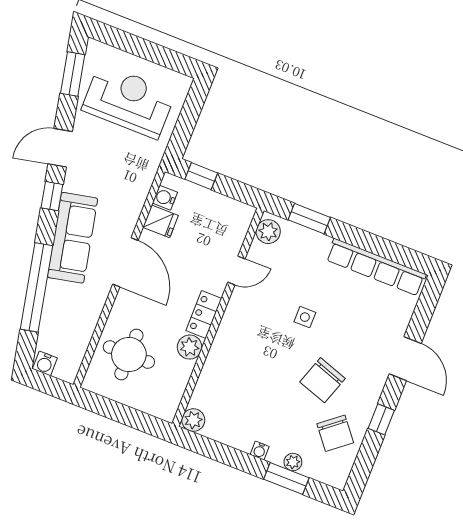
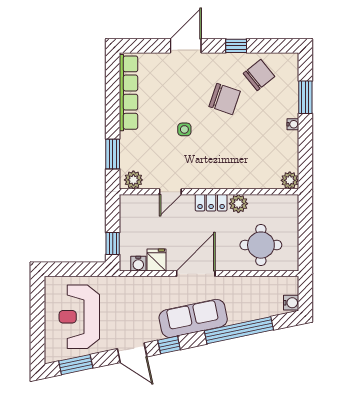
door: (236, 271) -> (170, 192), swing flipped
plant: (293, 462) -> (292, 97), removed

